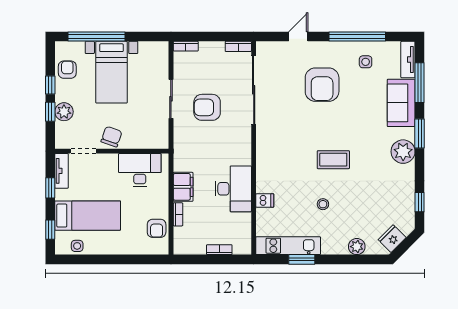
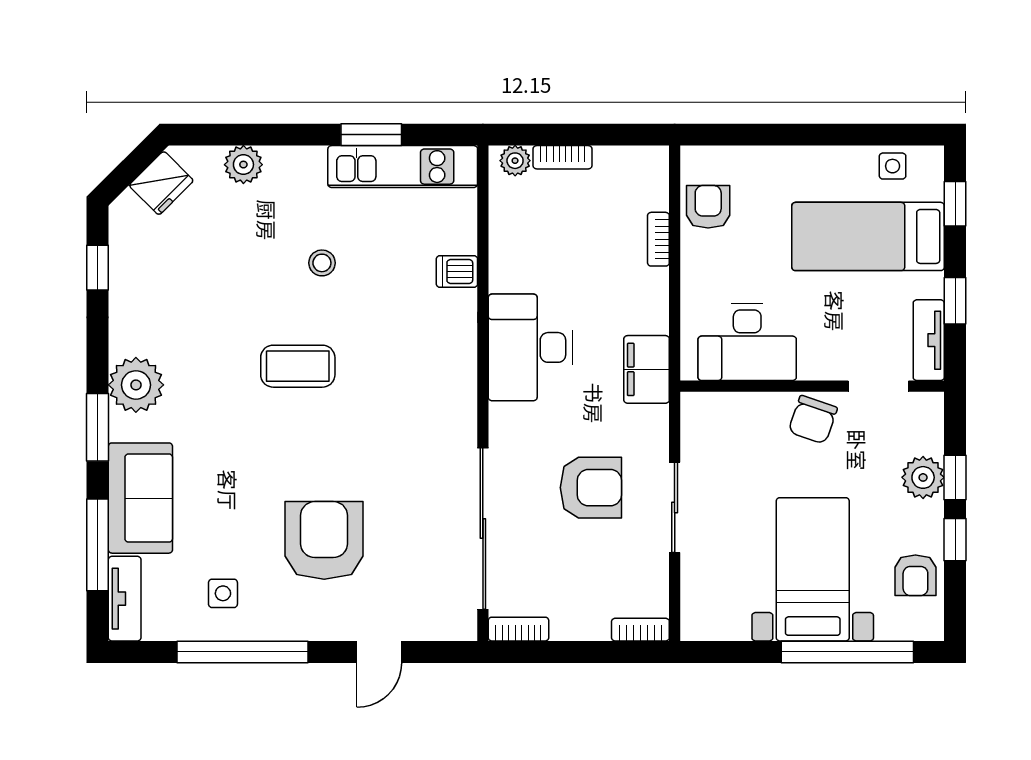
filing cabinet: (183, 187) -> (647, 369), moved
desk: (233, 189) -> (530, 347), moved
plant: (240, 248) -> (515, 161), added

